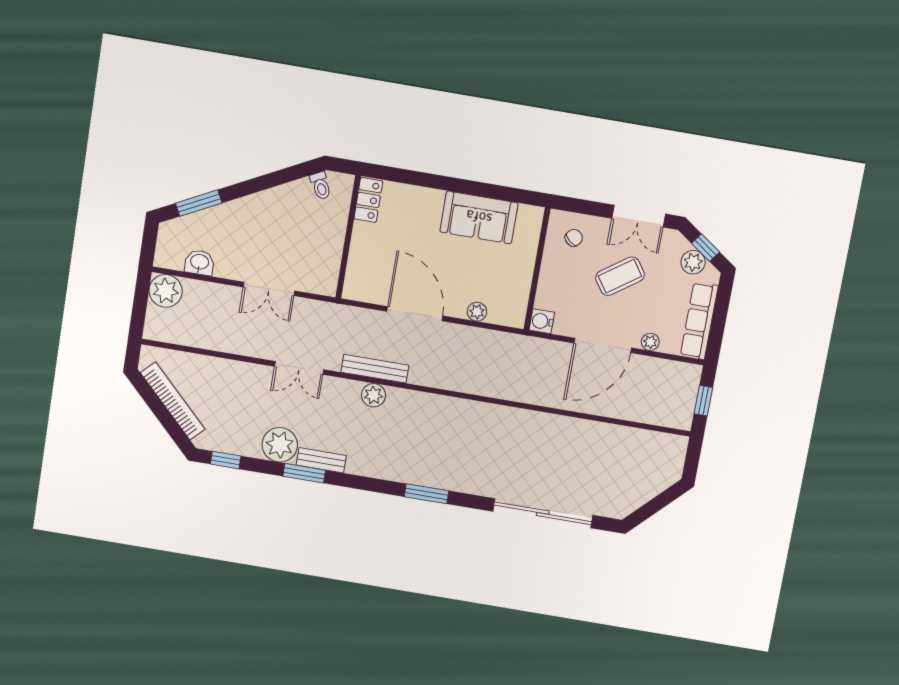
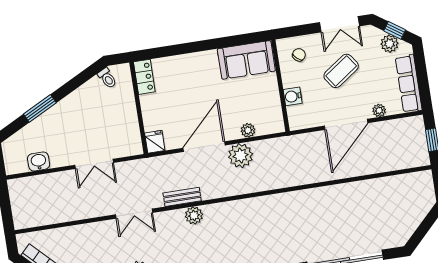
window: (199, 203) -> (40, 108), moved
sofa: (479, 217) -> (246, 60), moved
fridge: (355, 287) -> (155, 142), added
plant: (166, 291) -> (241, 156), moved
door: (415, 314) -> (204, 147), hinge flipped
water cooler: (542, 321) -> (293, 96), moved
bench: (375, 369) -> (182, 197), width x0.73

